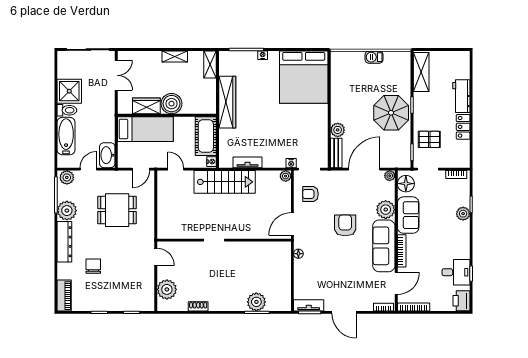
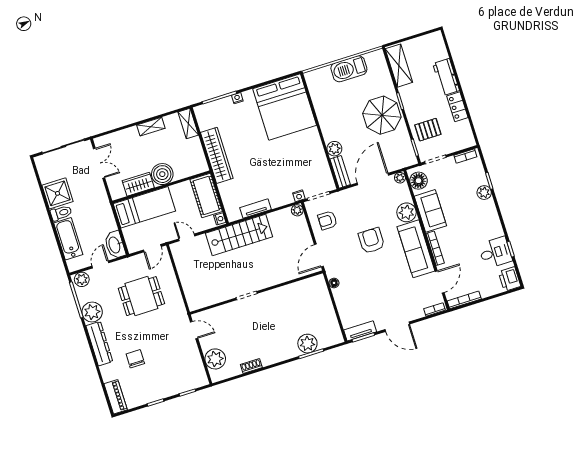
barbecue: (374, 57) -> (349, 69), width x1.88, depth x1.53

